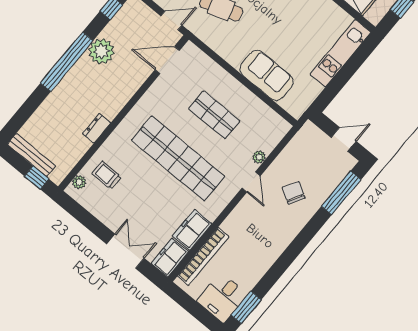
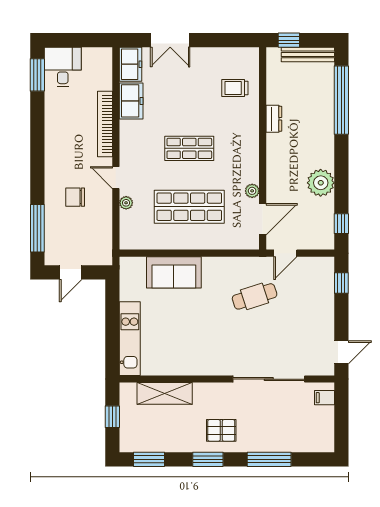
window: (67, 62) -> (341, 100), moved
shop shelf: (214, 115) -> (189, 207), width x1.43, depth x1.36
shop shelf: (178, 158) -> (189, 148), width x0.50, depth x0.74
trolley: (107, 175) -> (235, 88), turned 180
plant: (79, 182) -> (252, 191), moved
chair: (294, 193) -> (75, 197), turned 150
bookcase: (203, 256) -> (105, 124), moved

